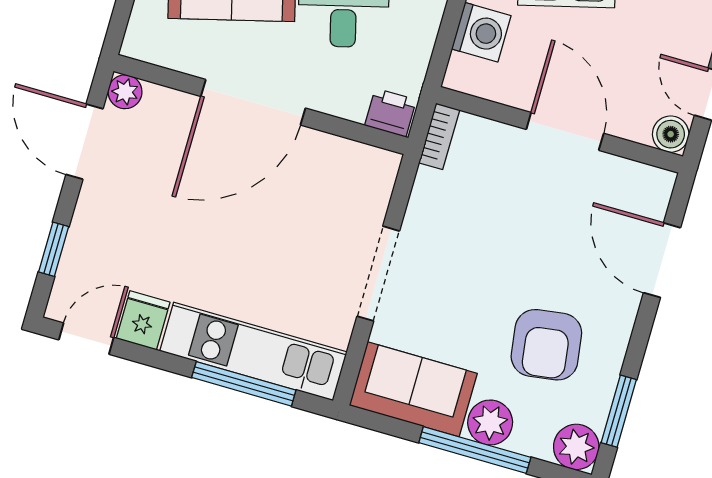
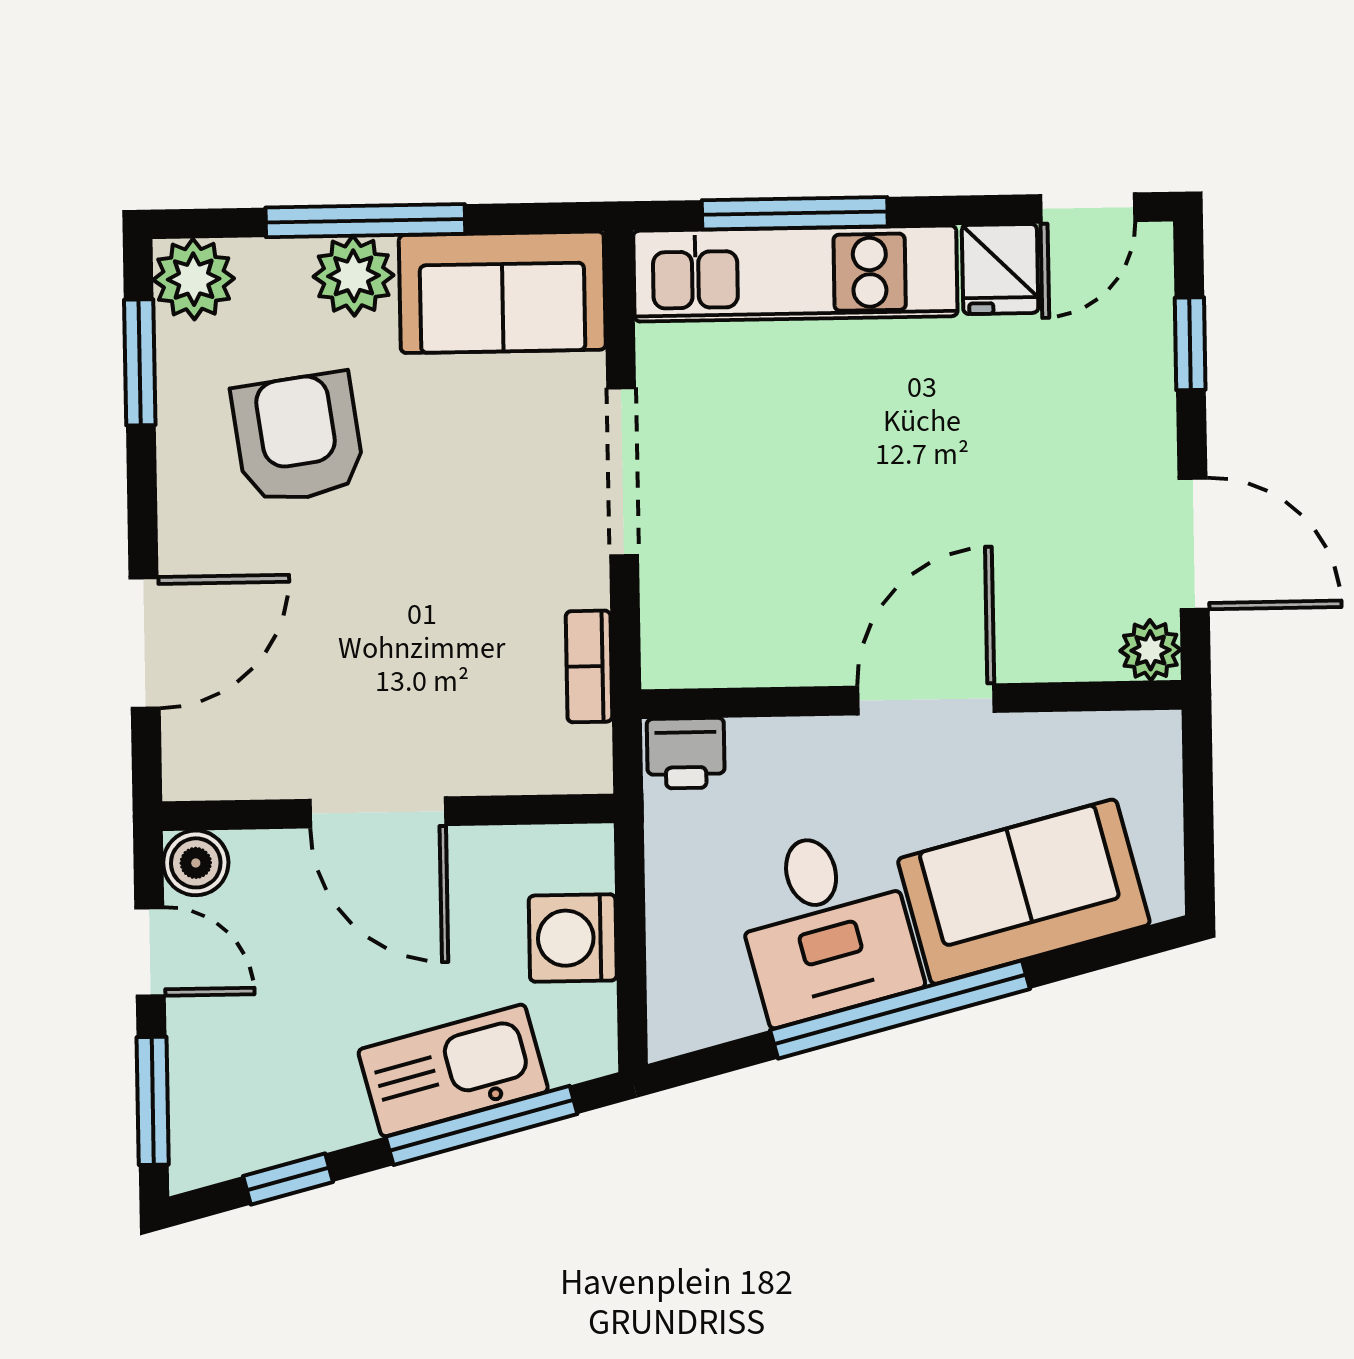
door: (253, 102) -> (926, 699), width x0.73
bookcase: (439, 136) -> (589, 666), moved
door: (662, 260) -> (145, 643), hinge flipped

